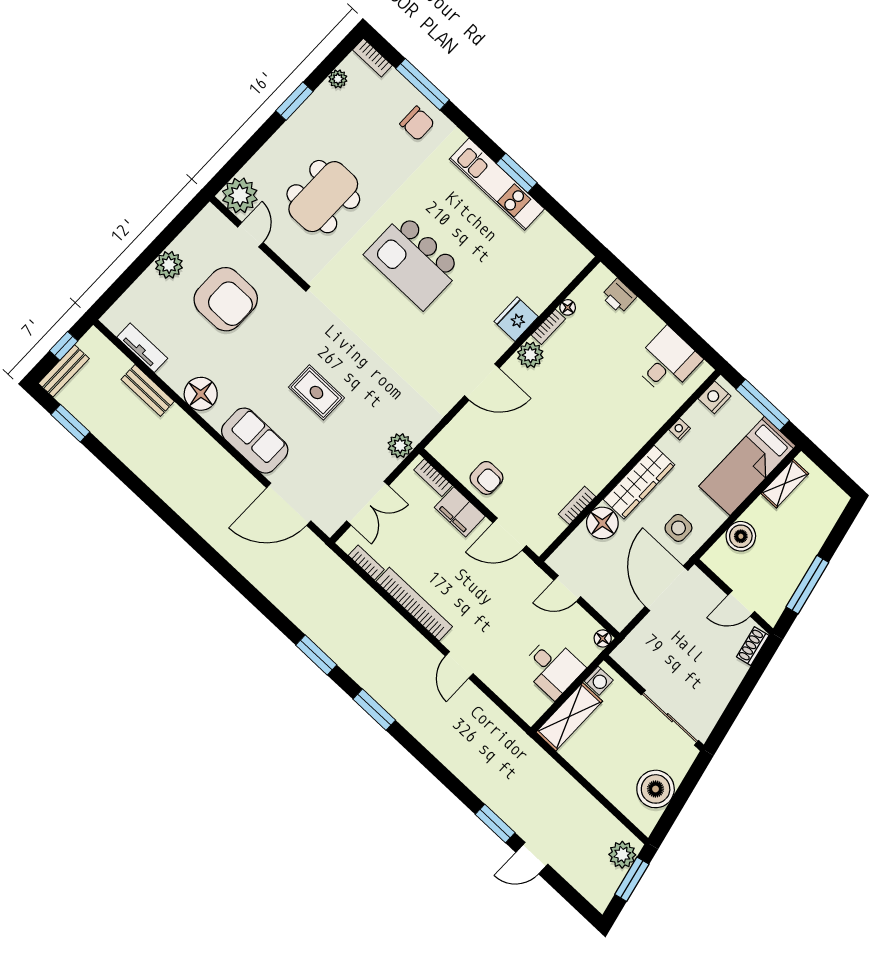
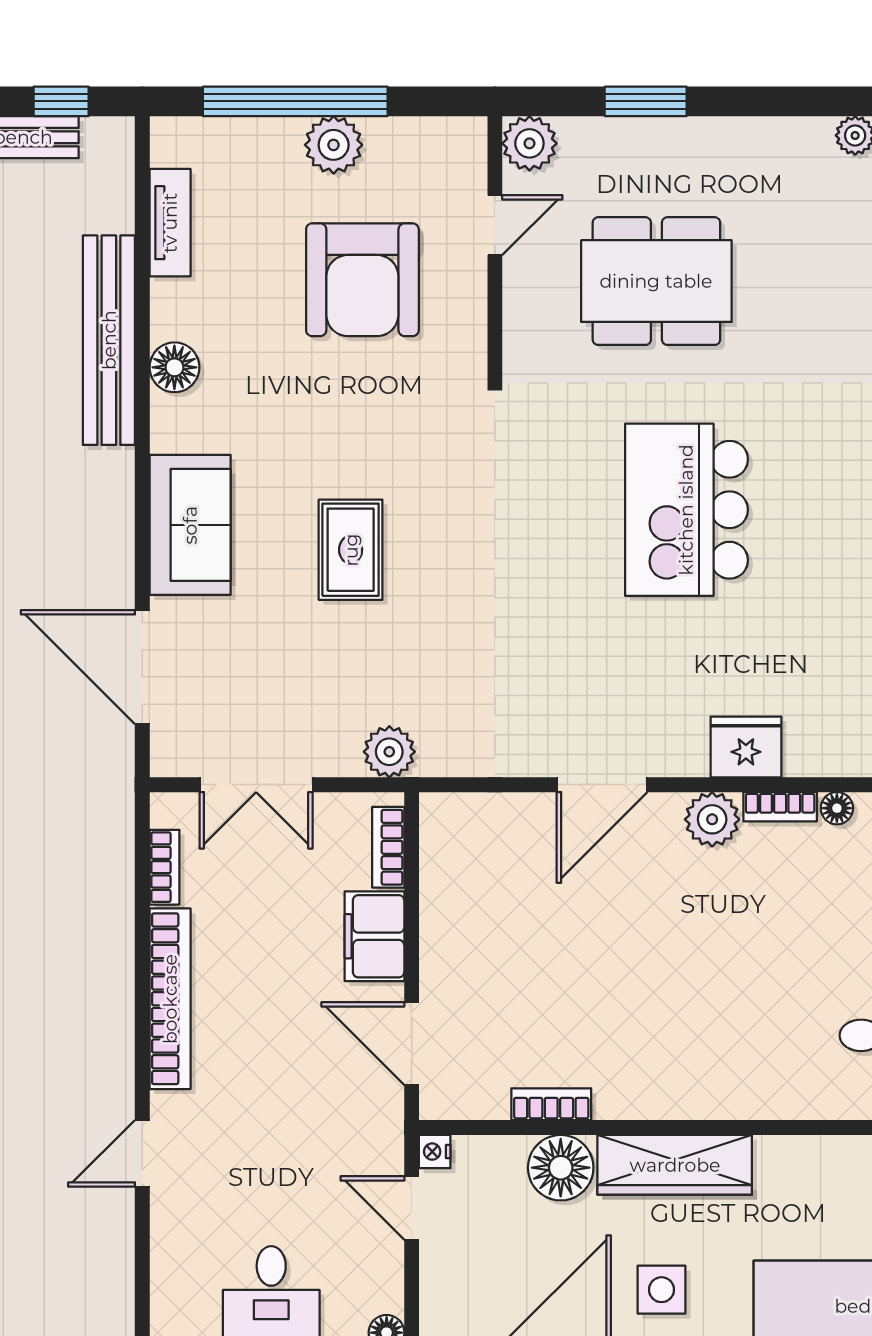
window: (294, 101) -> (646, 101), moved
plant: (240, 195) -> (529, 143), width x0.73, depth x0.73
window: (141, 264) -> (295, 101), added
door: (482, 382) -> (602, 785), hinge flipped
bench: (148, 390) -> (109, 340), width x1.86, depth x1.21
floor lamp: (201, 394) -> (174, 367), width x0.73, depth x0.73
nightstand: (680, 429) -> (435, 1152), moved, turned -90
armchair: (486, 478) -> (464, 928), removed

